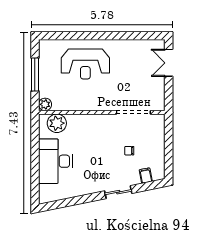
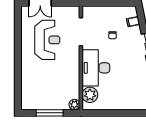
reception desk: (85, 64) -> (47, 40), moved
desk: (55, 161) -> (96, 68), moved, turned 90

